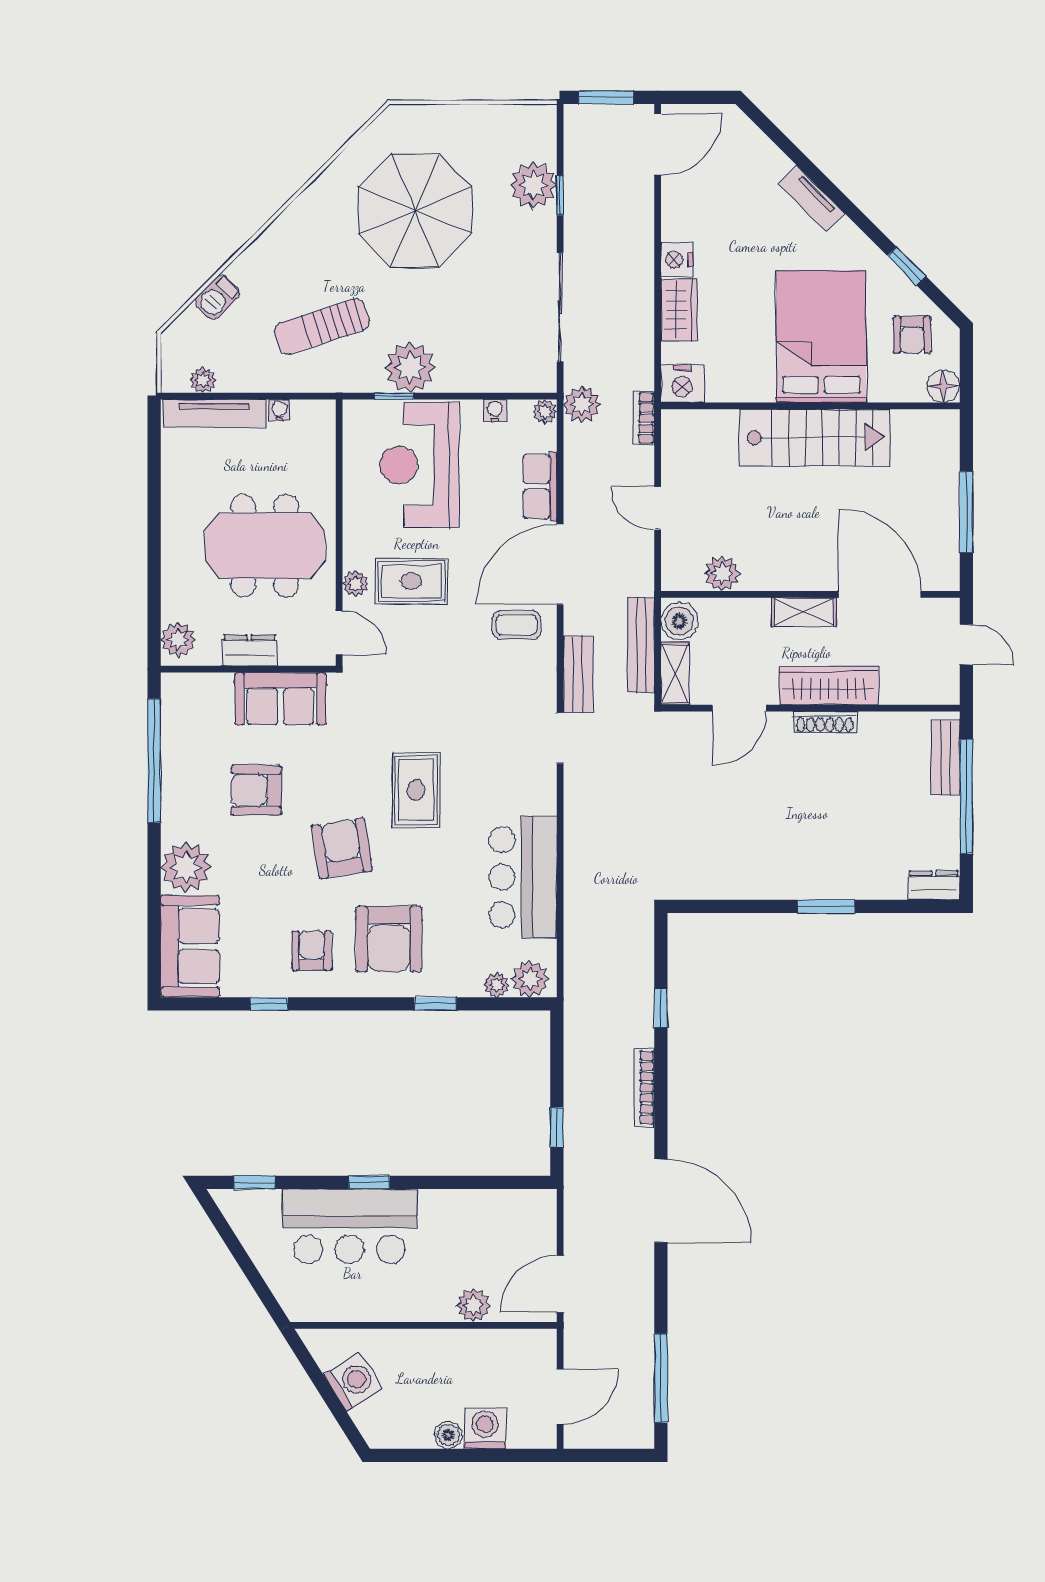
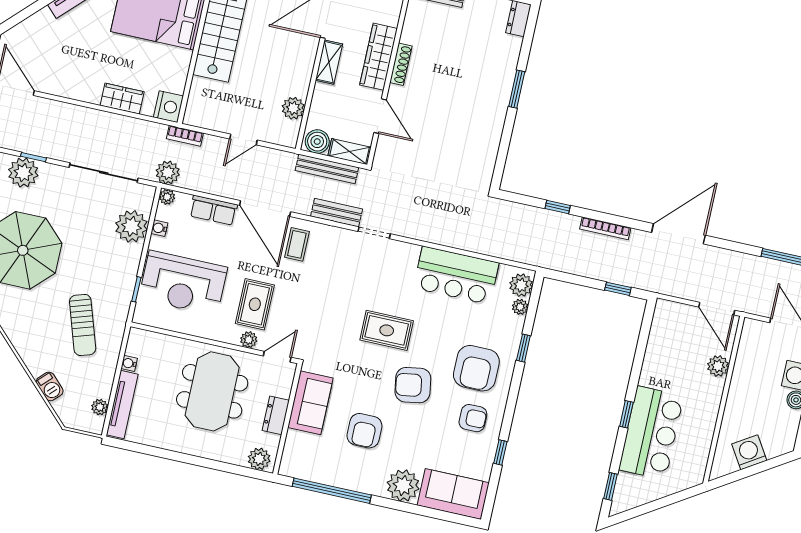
nightstand: (677, 259) -> (90, 93), removed
plant: (410, 368) -> (132, 226), moved
armchair: (389, 939) -> (476, 368), turned 90
armchair: (312, 951) -> (473, 418), turned 180

